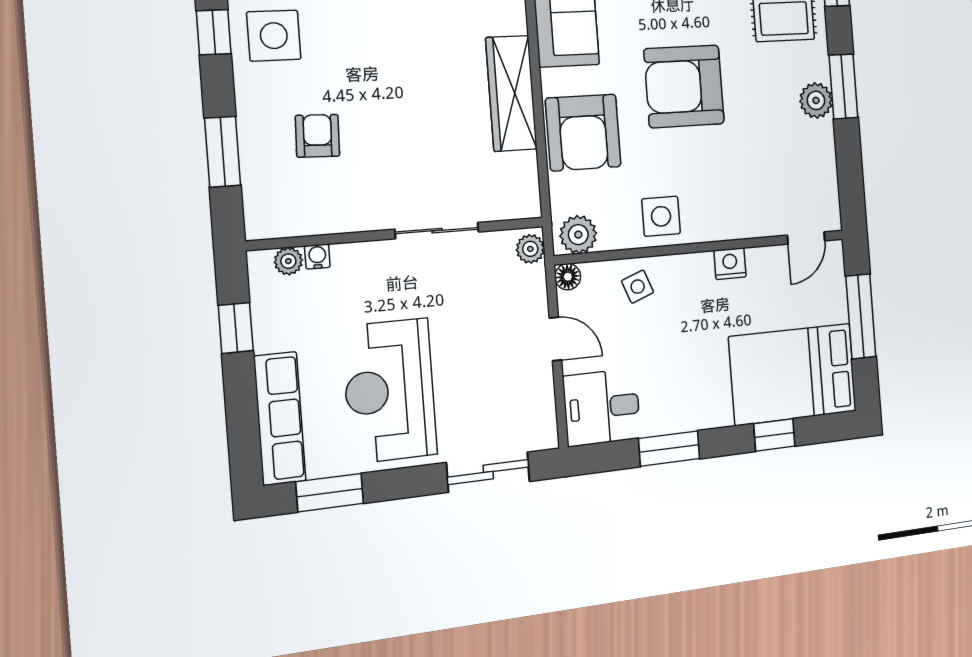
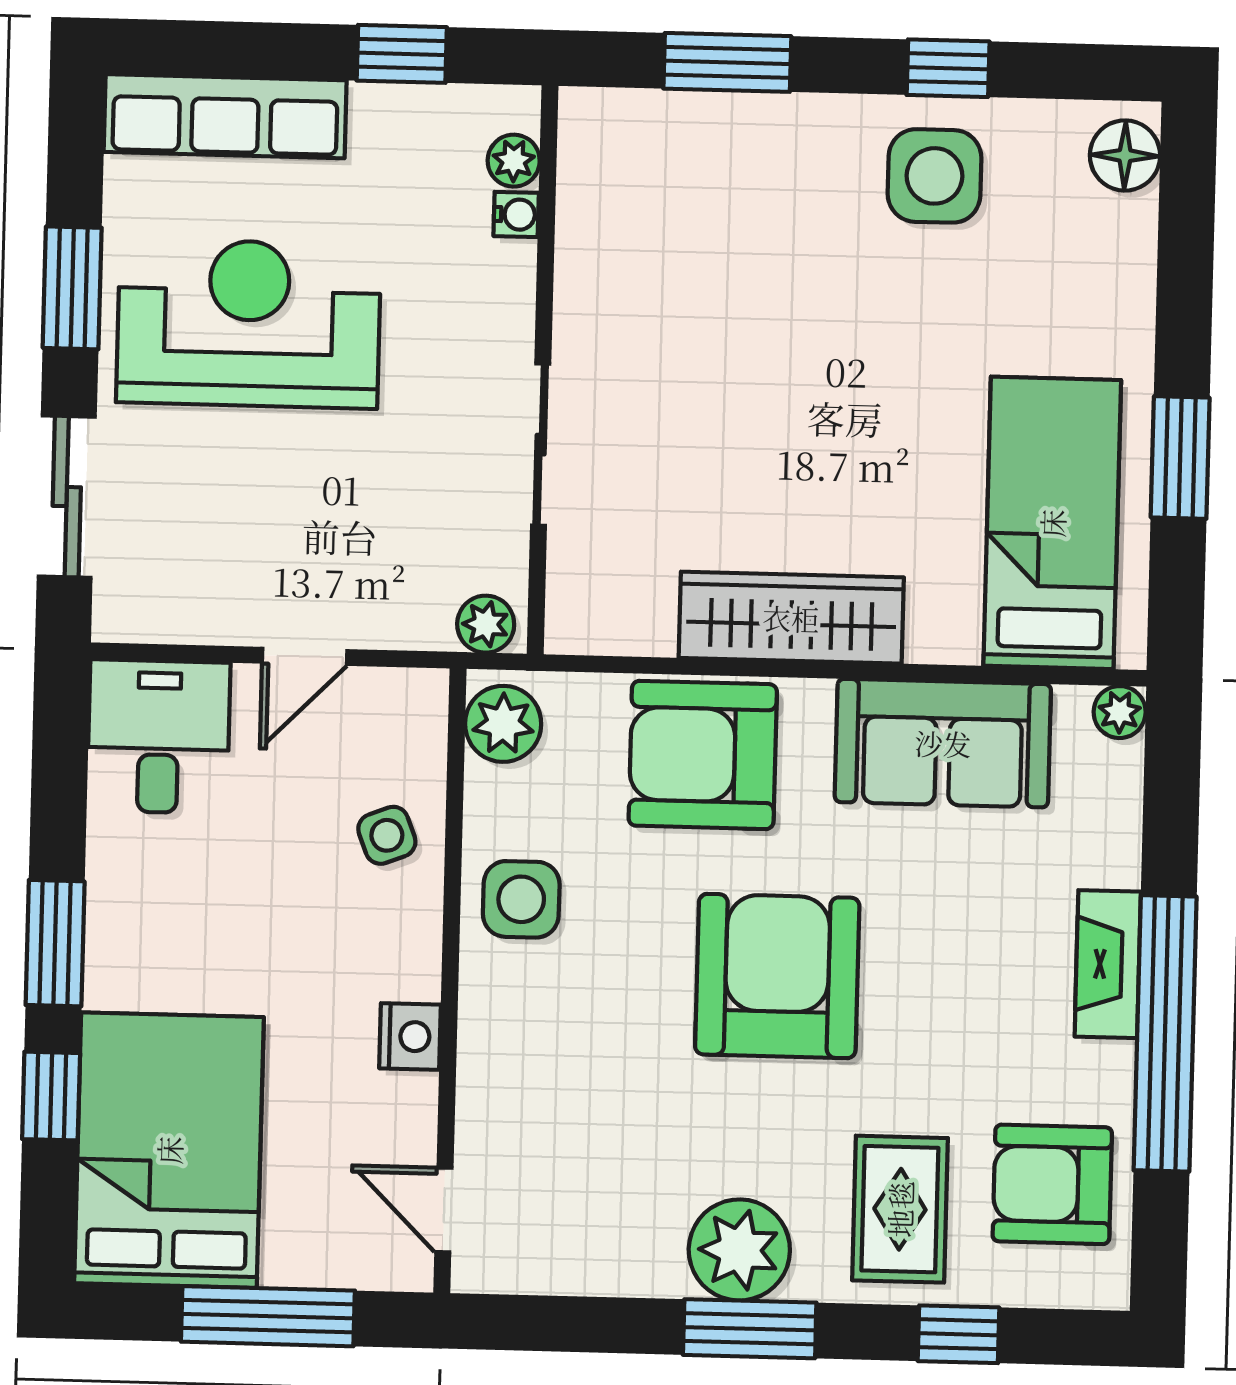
plant: (816, 100) -> (739, 1250), width x1.36, depth x1.36
armchair: (317, 136) -> (741, 237), removed
floor lamp: (568, 277) -> (423, 694), removed
window: (669, 449) -> (55, 943), moved
window: (330, 493) -> (72, 288), moved

